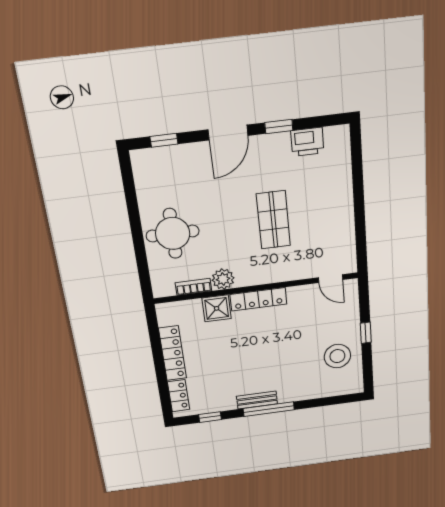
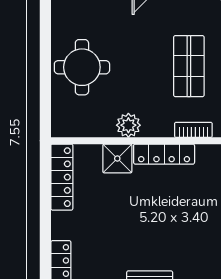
bookcase: (194, 287) -> (193, 130), moved
locker: (172, 353) -> (62, 177), moved

